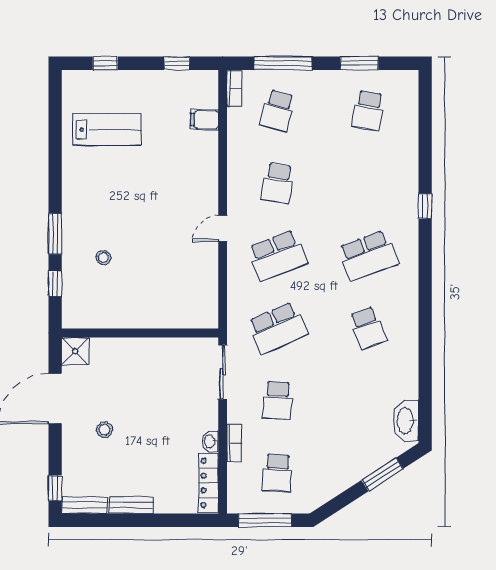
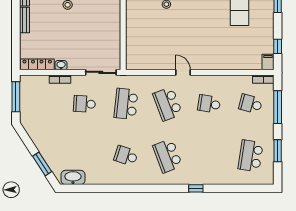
school desk: (368, 110) -> (251, 156), width x1.85
filing cabinet: (204, 120) -> (268, 62), moved
school desk: (277, 328) -> (126, 104), turned 30
school desk: (368, 328) -> (126, 156), turned 39
school desk: (277, 473) -> (43, 104), removed

